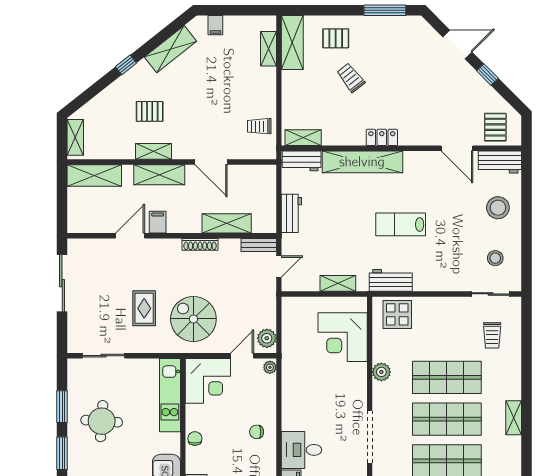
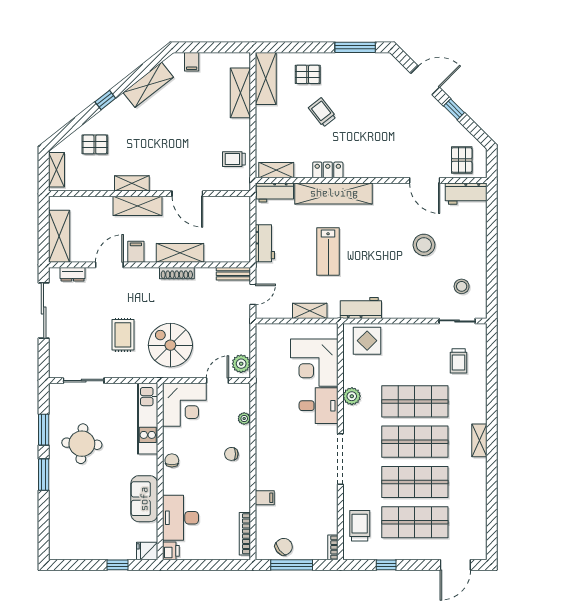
shelving: (268, 49) -> (240, 93), width x1.50, depth x1.33
pallet: (150, 111) -> (95, 144), moved
locker: (382, 137) -> (328, 170), moved
shelving: (94, 175) -> (59, 236), moved, turned 90
stool: (498, 208) -> (424, 245), moved
shelving: (227, 223) -> (180, 253), moved
lab bench: (401, 224) -> (328, 251), moved, turned -90
dresser: (92, 245) -> (73, 274), added
plant: (270, 367) -> (244, 419), moved
desk: (301, 450) -> (319, 406), moved, turned 180

